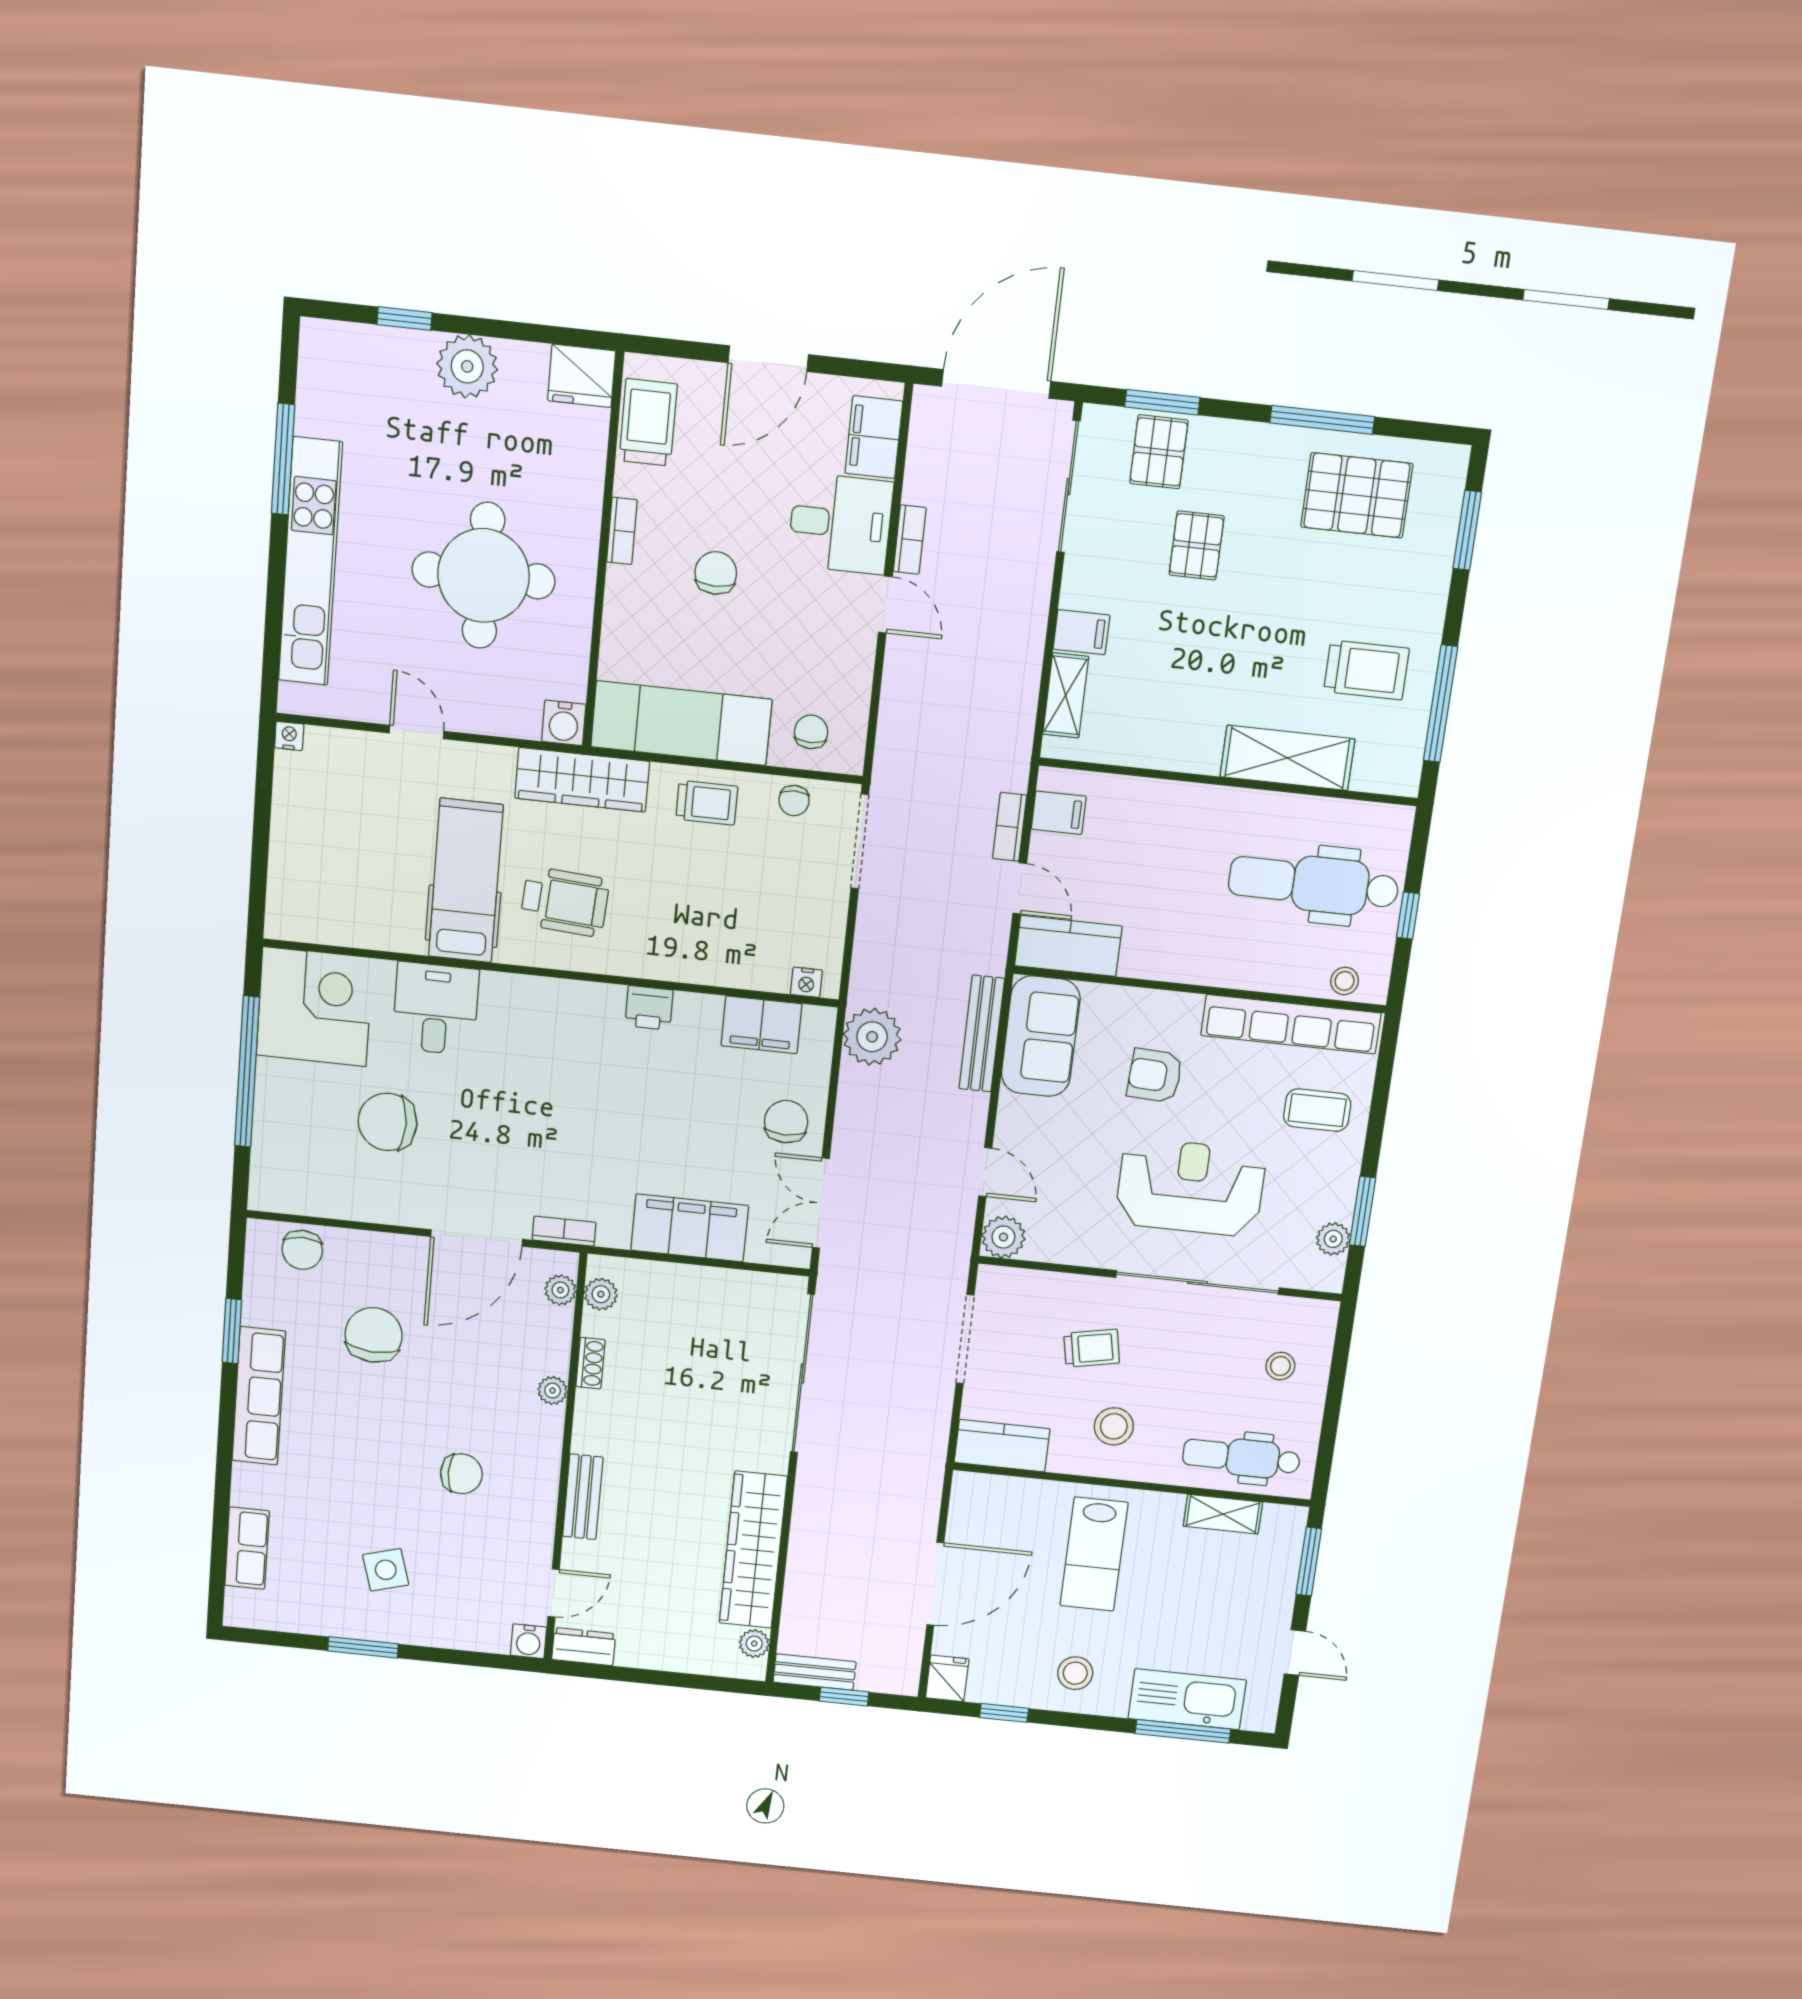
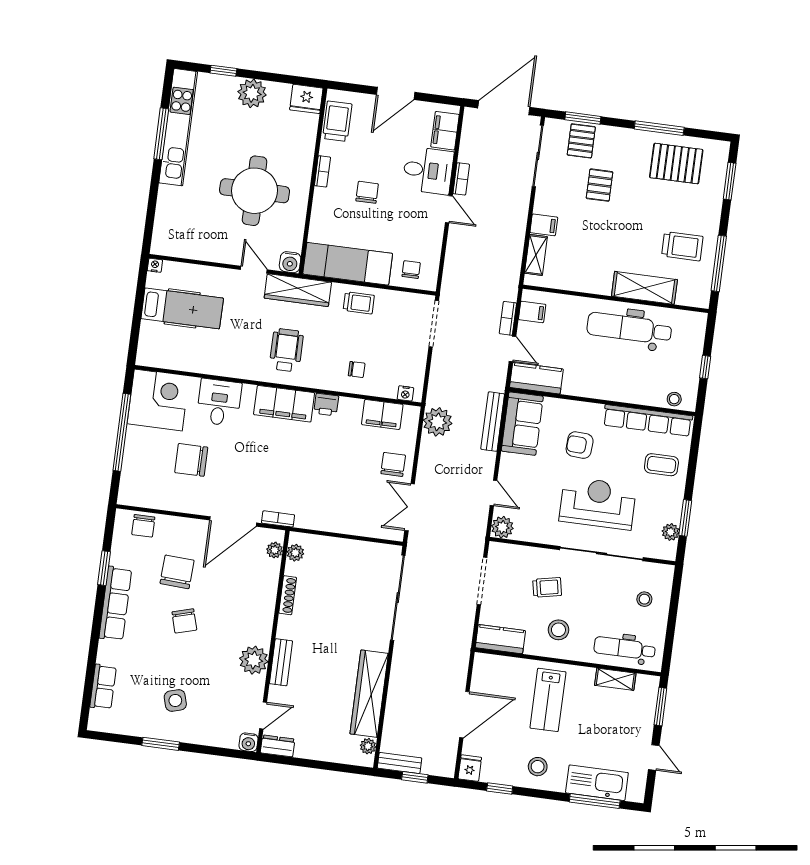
kitchen unit: (310, 562) -> (178, 127), moved
door: (417, 732) -> (254, 270), moved
chair: (794, 801) -> (357, 369), moved, turned -90
hospital bed: (466, 881) -> (182, 308), moved, turned 90
dental chair: (1314, 884) -> (629, 328), moved
wheelchair: (565, 902) -> (286, 350), turned -94
filing cabinet: (690, 1228) -> (284, 404), moved, turned 180
shoe rack: (590, 1363) -> (288, 595), width x1.43
plant: (553, 1391) -> (254, 660), moved, width x1.88, depth x1.88
chair: (461, 1474) -> (184, 621), moved, turned 74

